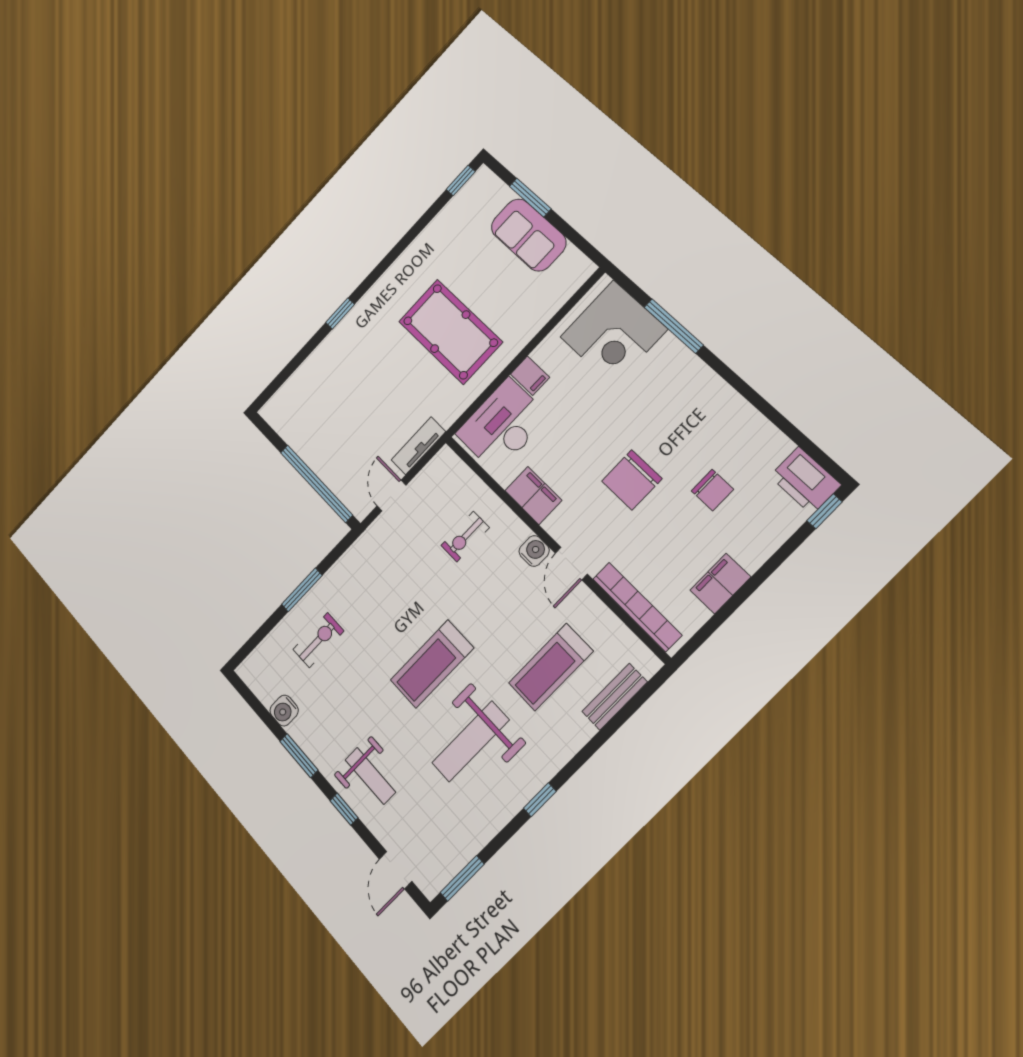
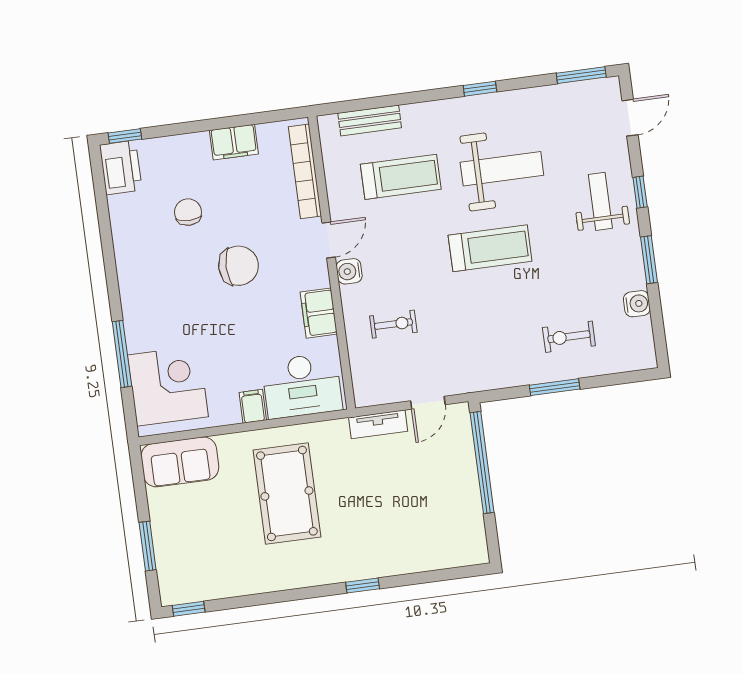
sofa: (529, 235) -> (180, 462), moved, turned 90

